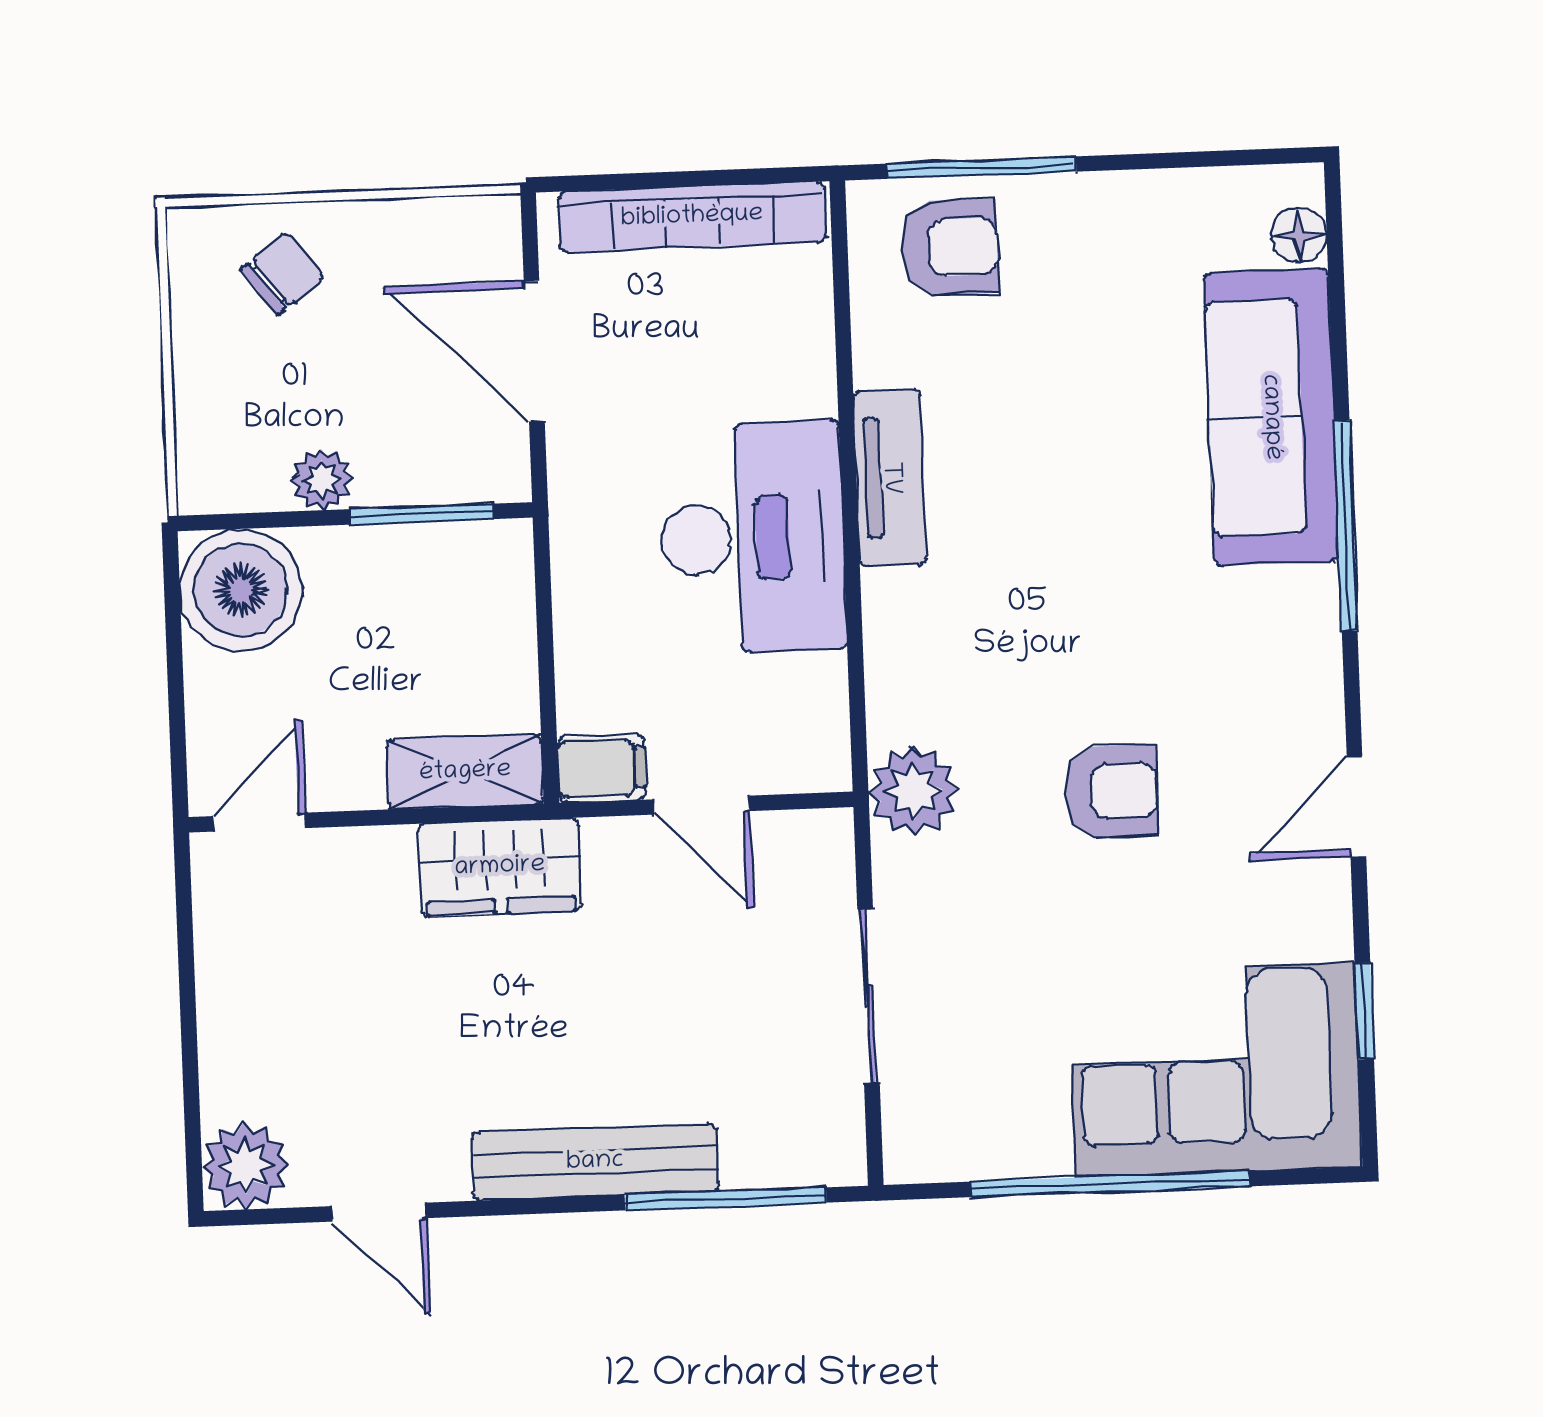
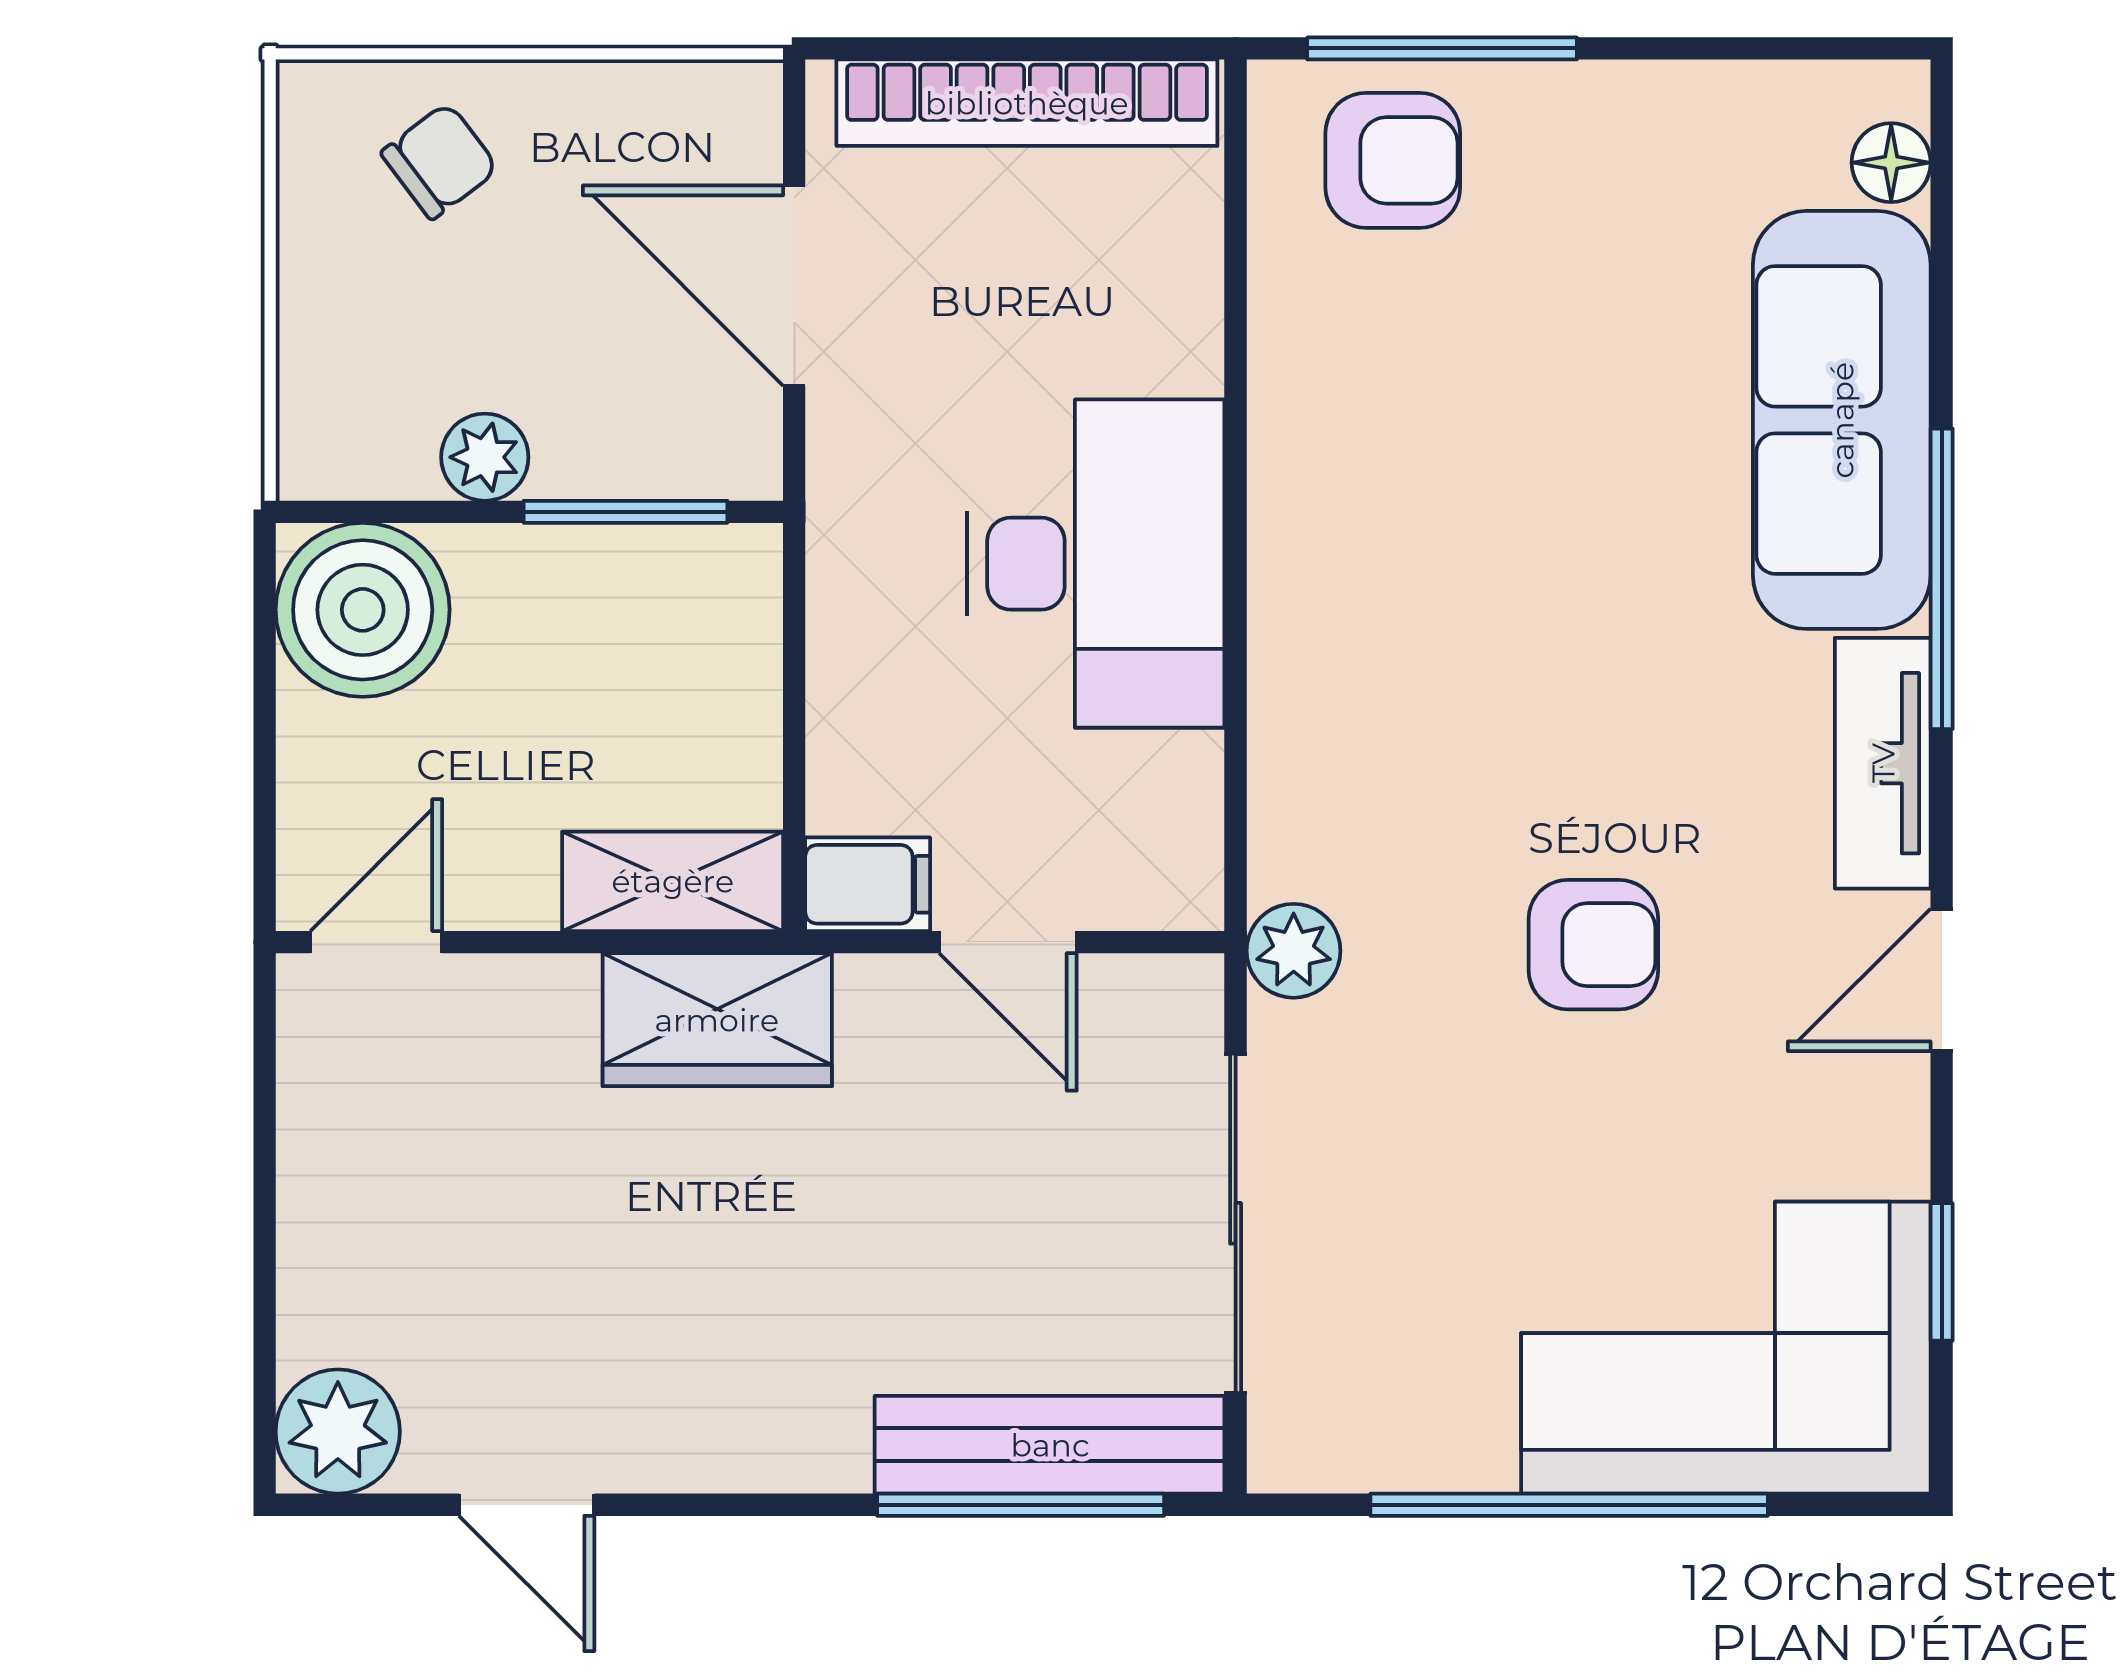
tv unit: (890, 478) -> (1883, 763), moved, turned 180
plant: (914, 791) -> (1294, 951), width x0.73, depth x0.73
sliding door: (868, 996) -> (1236, 1223), width x1.37
bench: (595, 1162) -> (1050, 1445), moved

